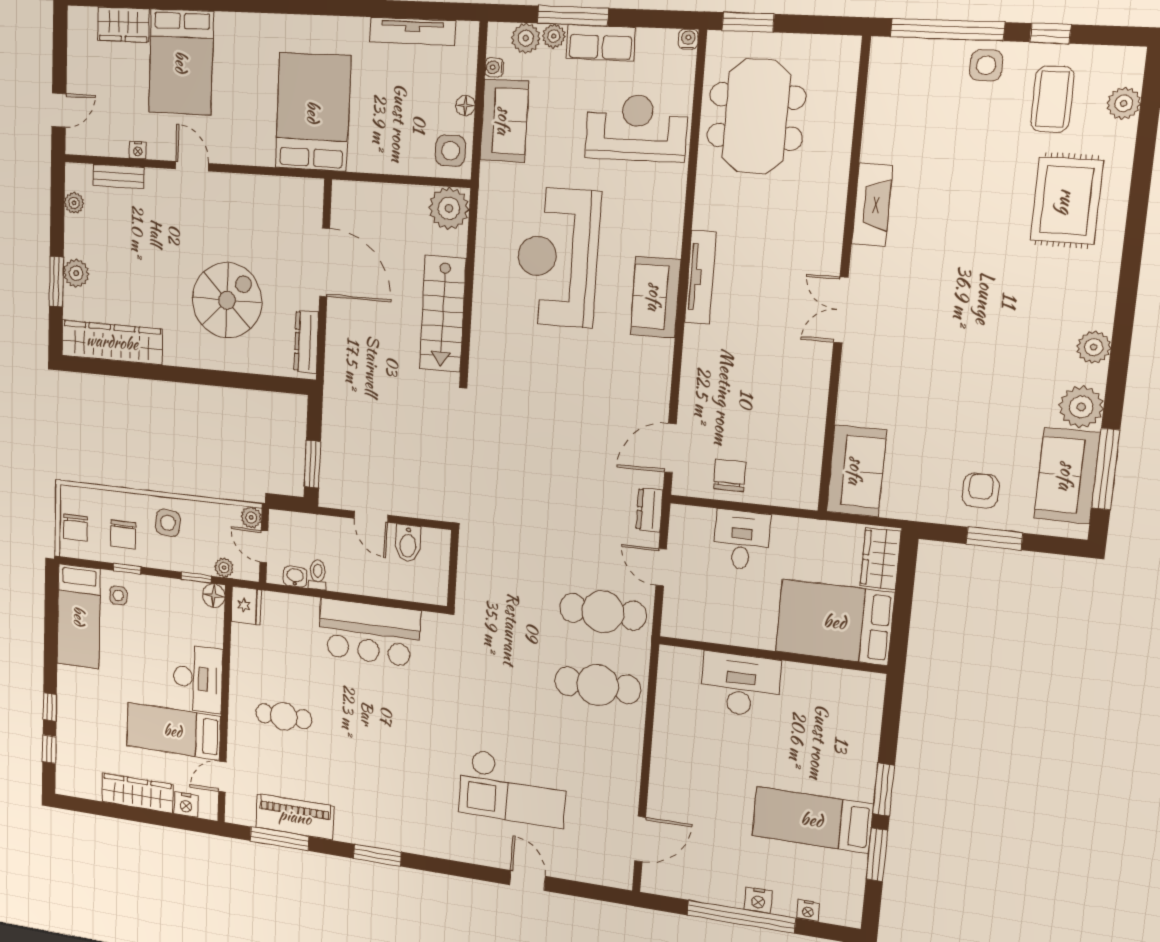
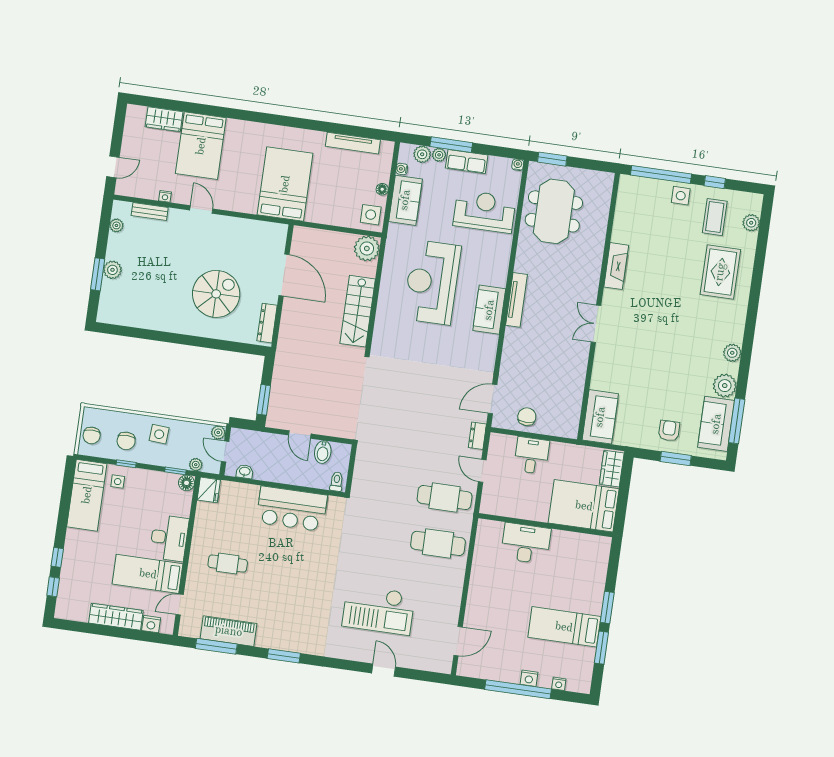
wardrobe: (112, 342) -> (133, 316), removed
toilet: (318, 575) -> (337, 482), moved

